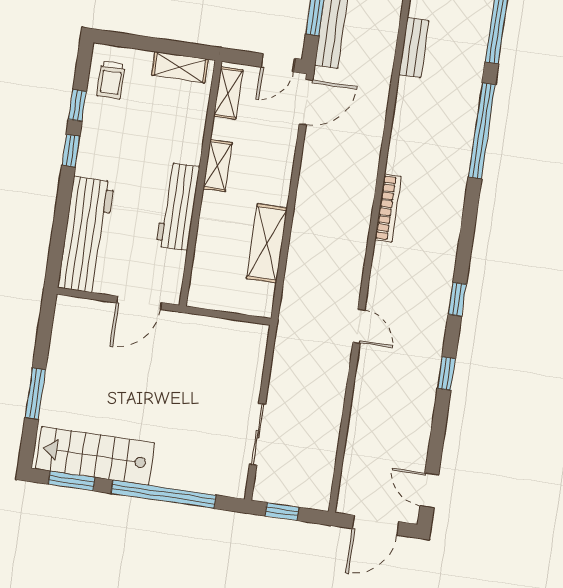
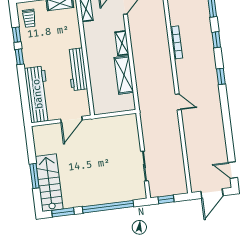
shelving: (218, 166) -> (122, 43), moved
window: (446, 373) -> (216, 40), moved
stairs: (95, 456) -> (49, 183), moved, turned 90

